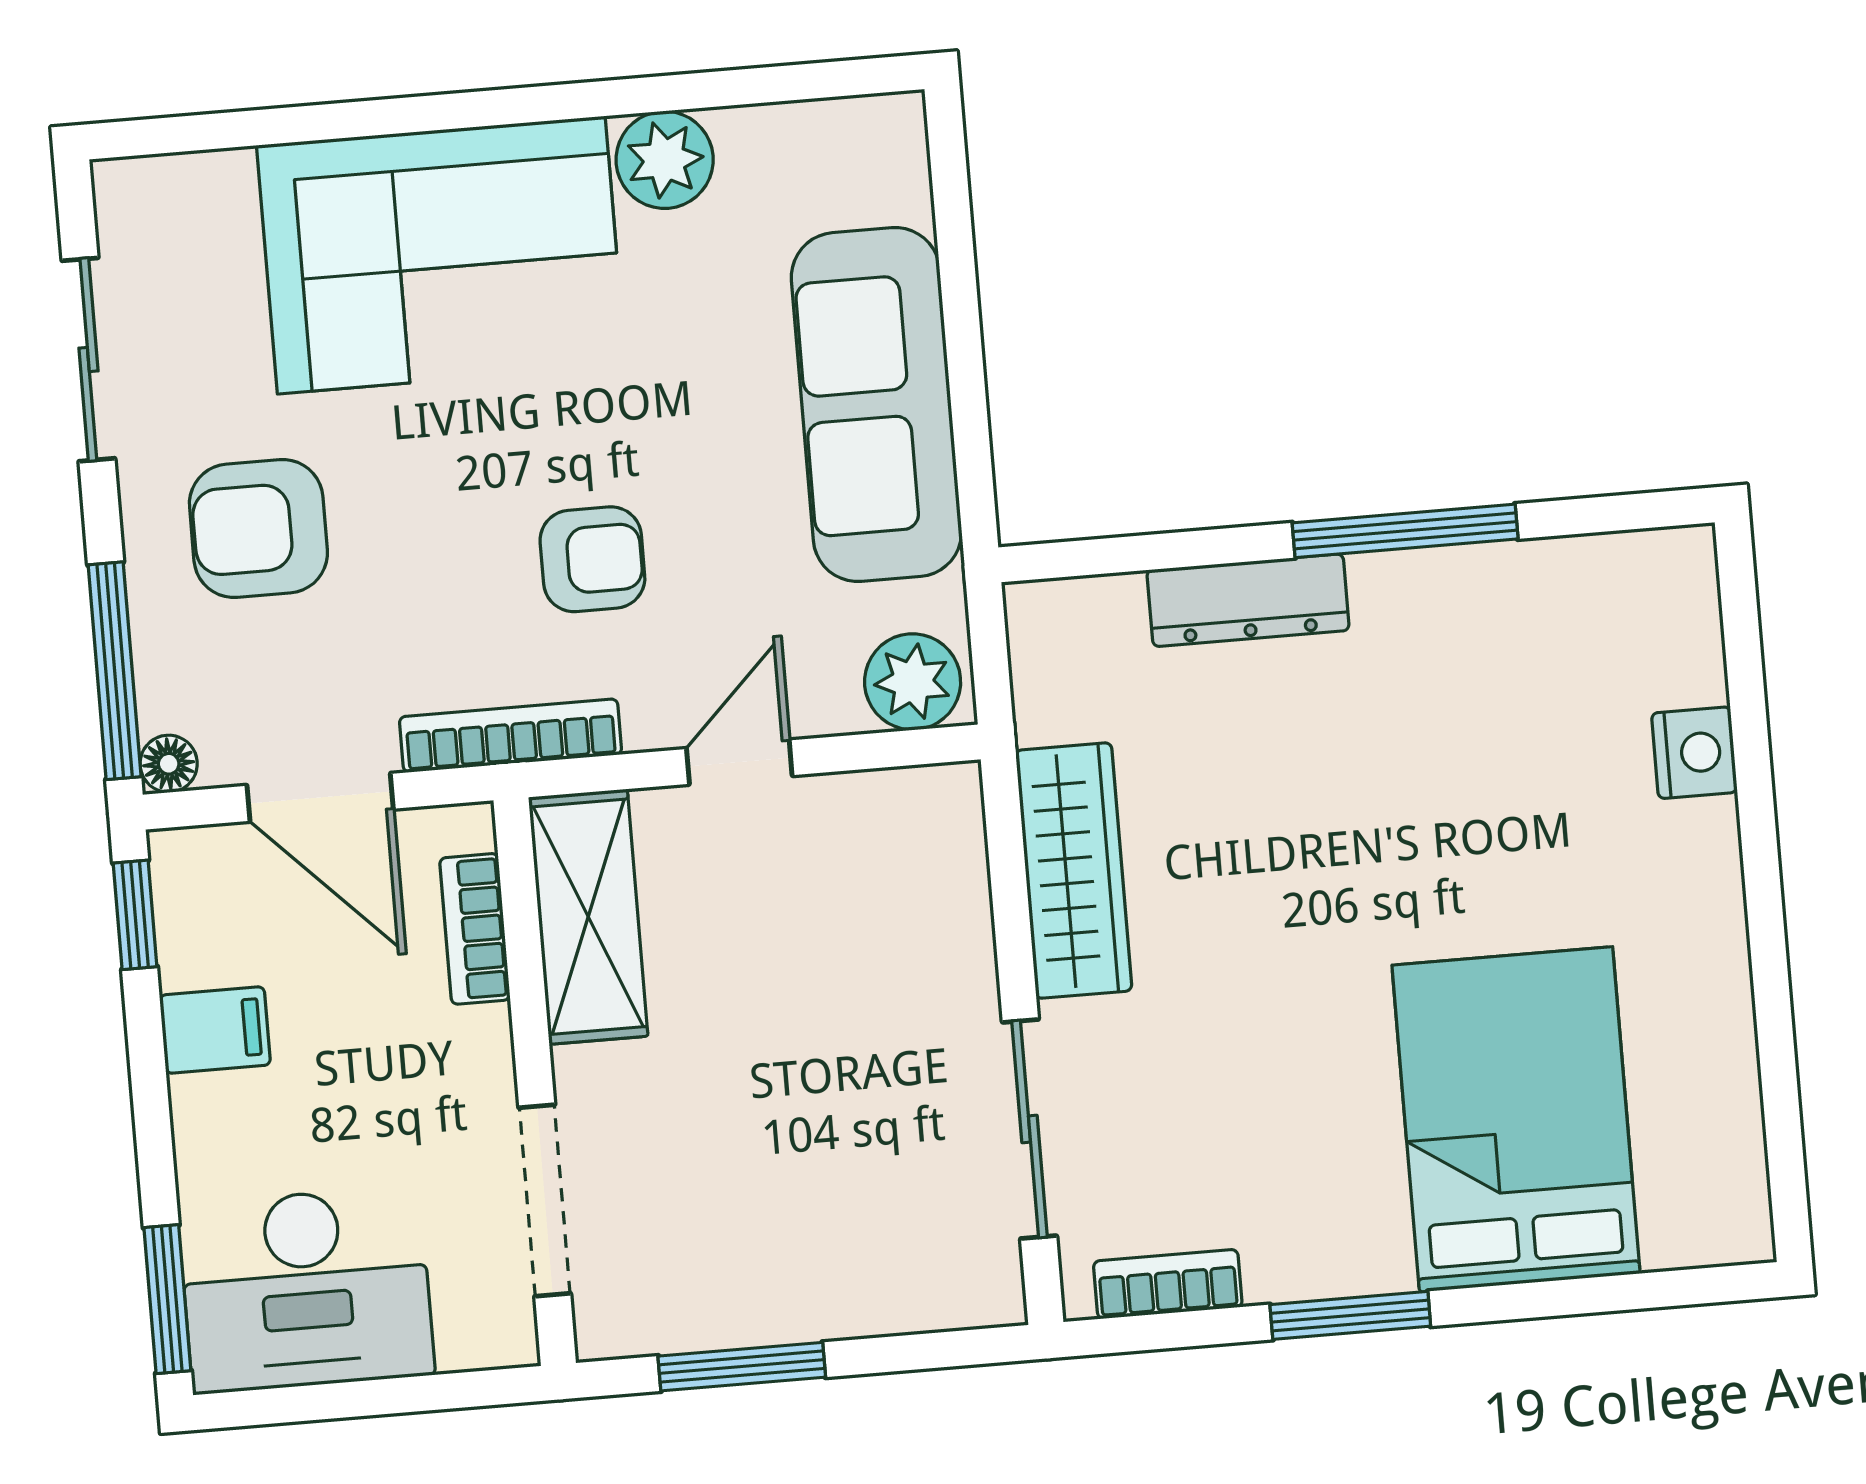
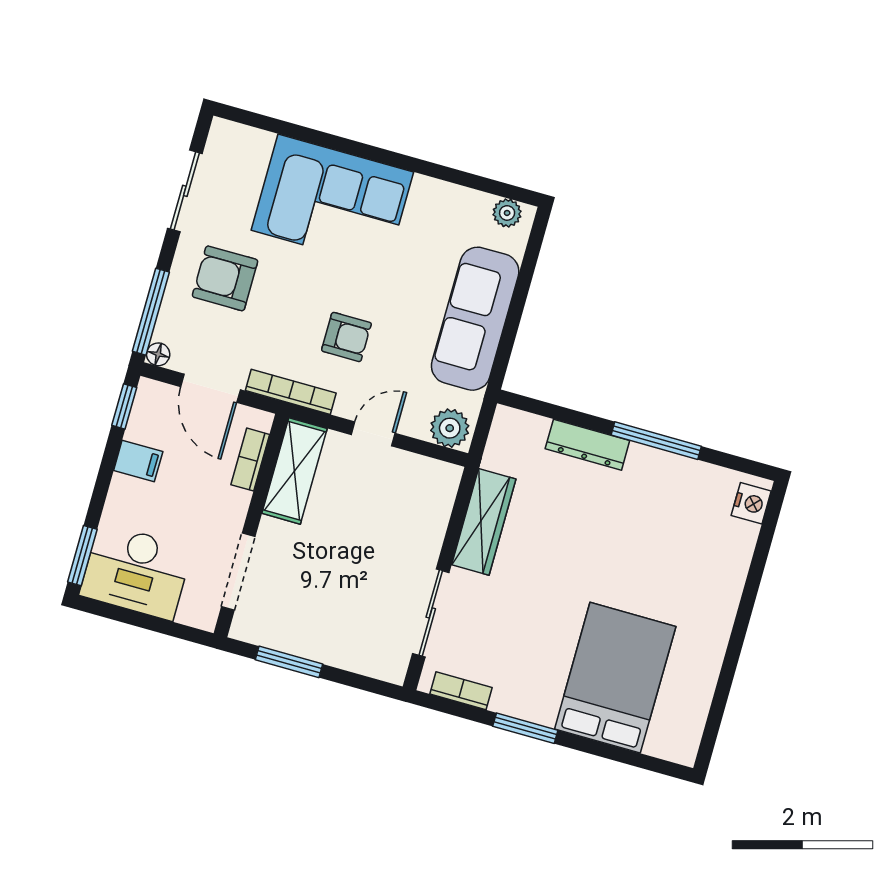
plant: (665, 160) -> (507, 213), moved, width x0.73, depth x0.73
nightstand: (1694, 753) -> (751, 503), moved

